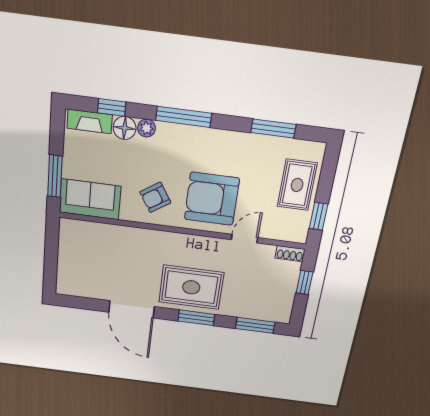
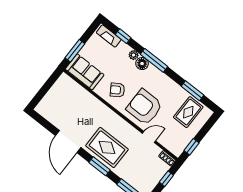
floor lamp: (125, 128) -> (142, 64), moved
rug: (297, 185) -> (188, 112), moved

